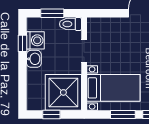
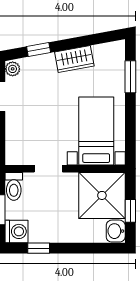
washing machine: (35, 40) -> (17, 231), moved, turned 90
washbasin: (34, 59) -> (116, 231), moved, turned -90
window: (123, 114) -> (130, 119), removed

